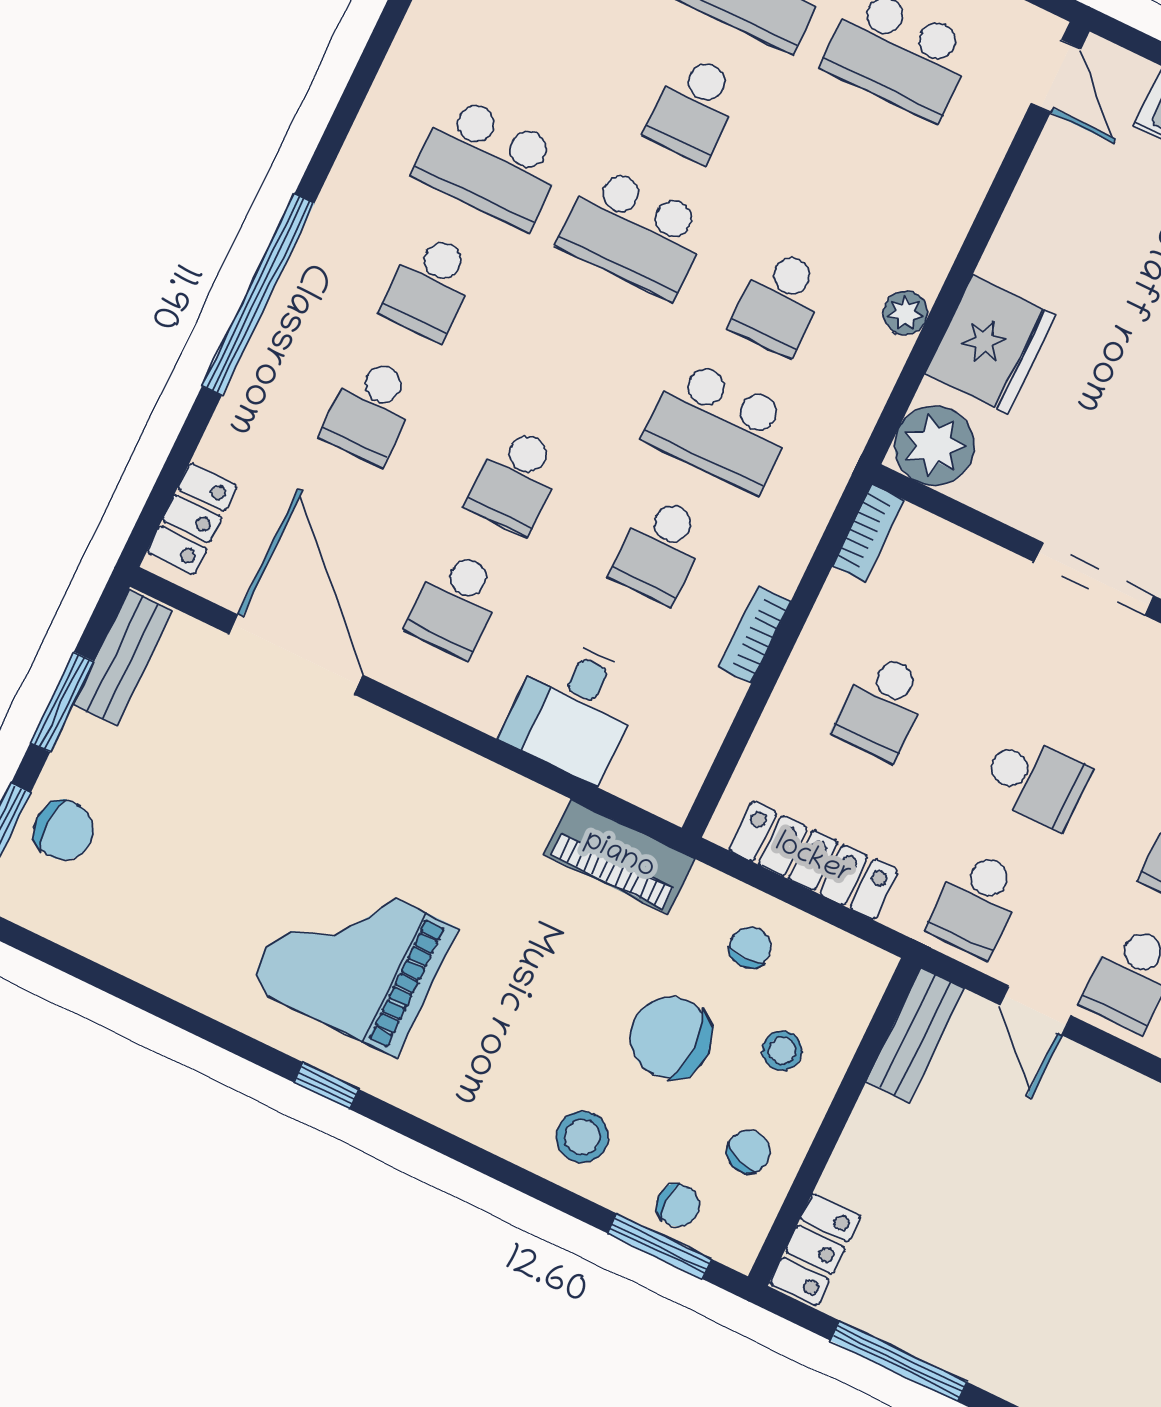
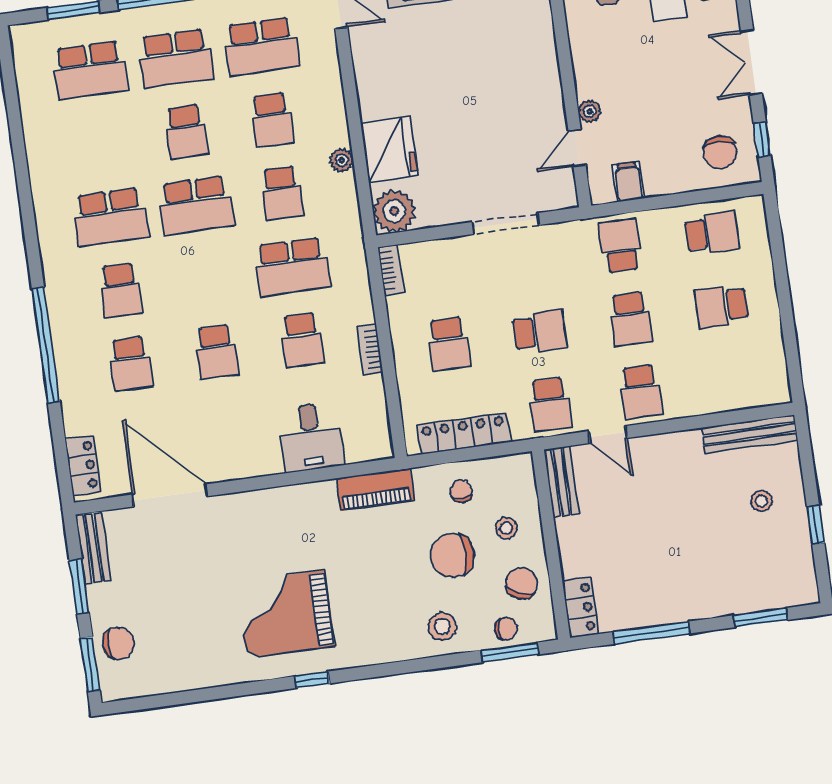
school desk: (455, 604) -> (272, 120), moved
chair: (749, 1152) -> (521, 583), width x1.37, depth x1.37

